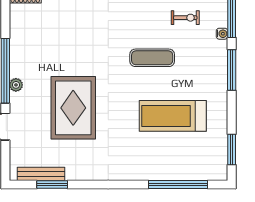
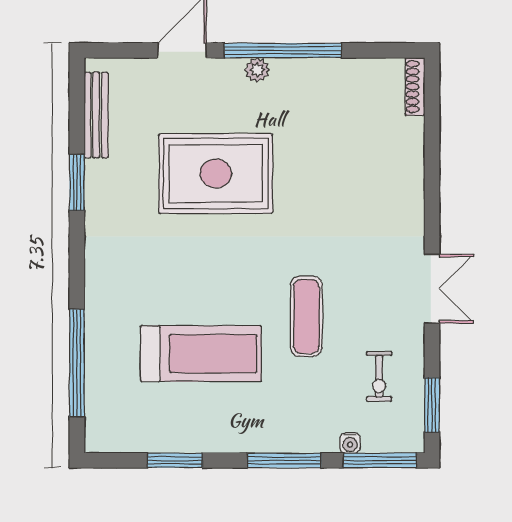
treadmill: (173, 116) -> (201, 354), turned 90
window: (232, 150) -> (175, 460), moved
window: (52, 184) -> (77, 183), moved

